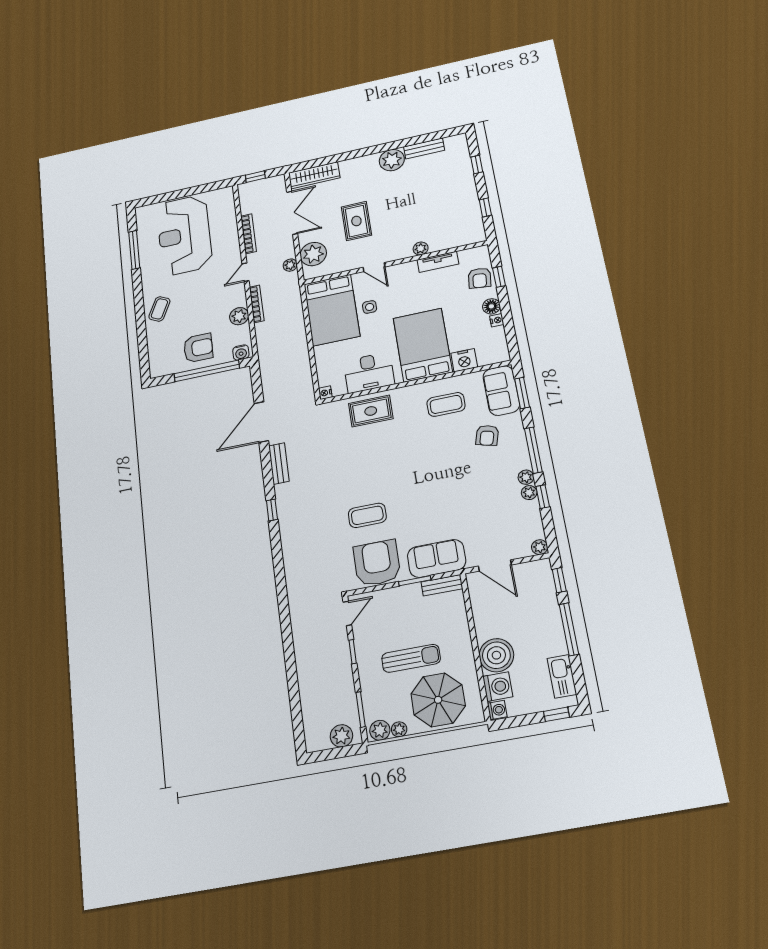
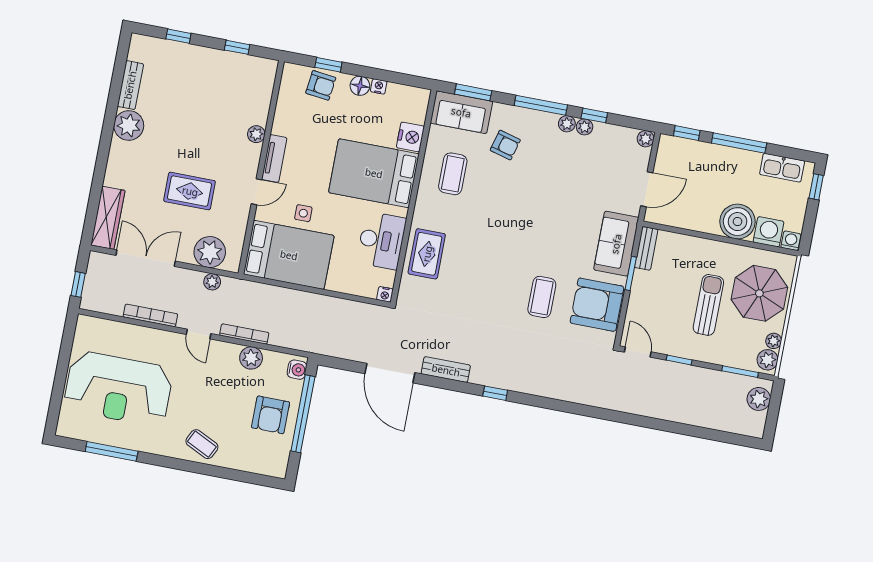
tv unit: (438, 262) -> (274, 159), moved
armchair: (198, 348) -> (271, 415), turned 180

